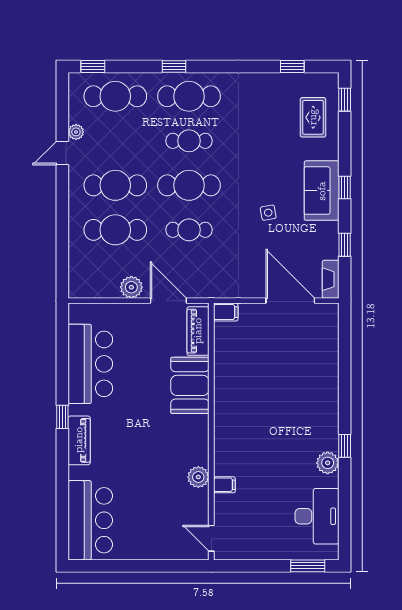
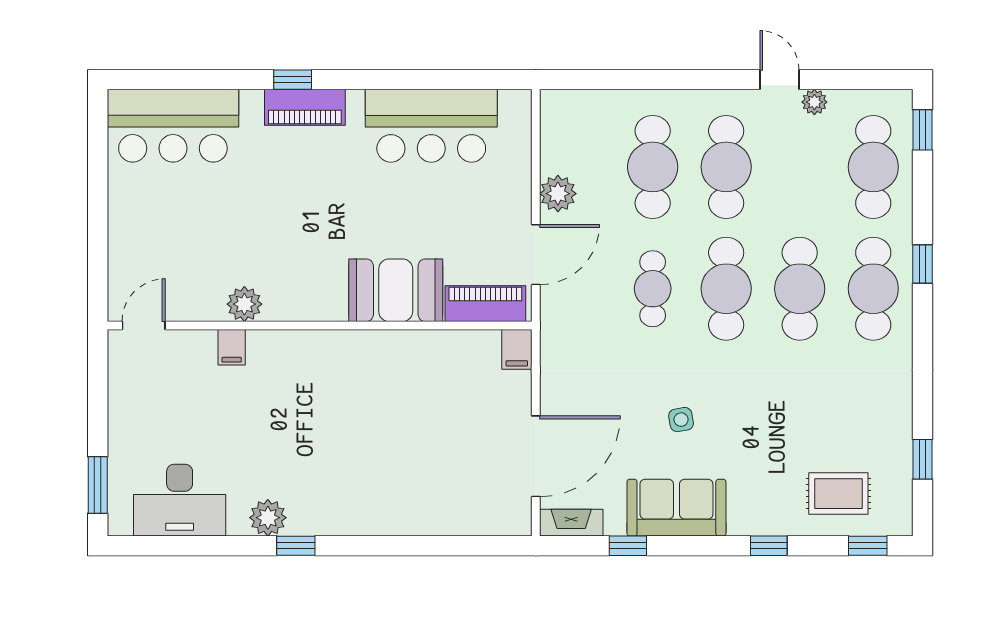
cafe table: (189, 141) -> (800, 289), width x1.37, depth x1.35
window: (345, 188) -> (769, 546), moved
sofa: (322, 191) -> (676, 508), moved
window: (62, 417) -> (293, 80), moved

